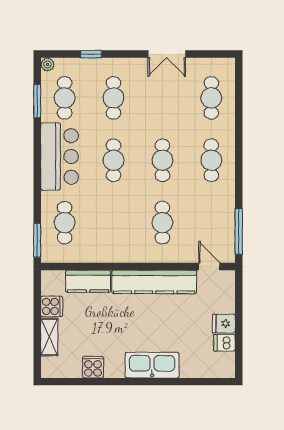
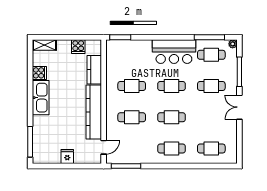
window: (91, 54) -> (239, 72), width x2.17
double door: (167, 54) -> (239, 107), moved
window: (37, 101) -> (209, 37), width x1.44
cafe table: (65, 223) -> (132, 86), moved
shelving: (49, 337) -> (44, 45), moved
dishwasher: (224, 343) -> (55, 157), removed
kitchen sink: (152, 365) -> (41, 98), moved
window: (201, 382) -> (30, 142), added

